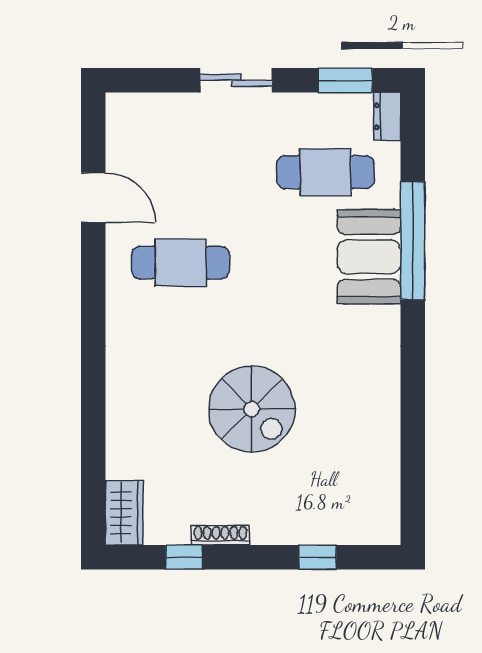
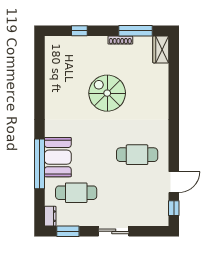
window: (93, 135) -> (174, 208), added
door: (93, 197) -> (174, 182), swing flipped
window: (184, 557) -> (135, 31), width x2.17

